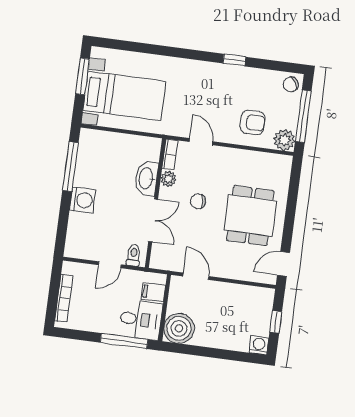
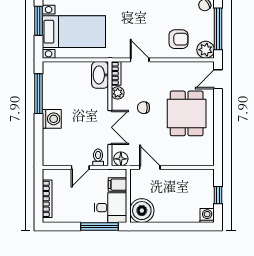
washbasin: (146, 178) -> (100, 75), moved
floor lamp: (162, 261) -> (121, 159), added
door: (284, 264) -> (218, 79), moved

